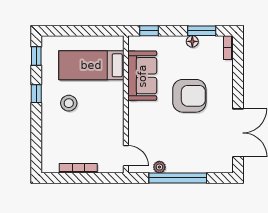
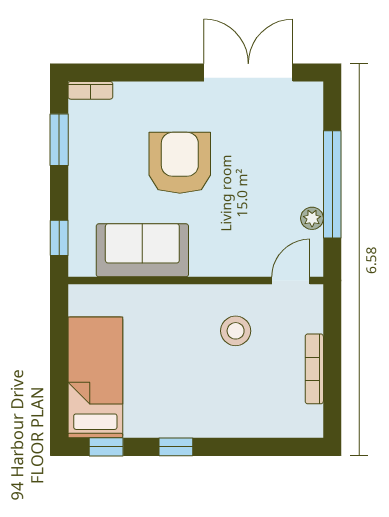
floor lamp: (192, 41) -> (79, 157), removed
bed: (91, 65) -> (95, 377), moved, turned 180
stool: (69, 103) -> (236, 331), moved

